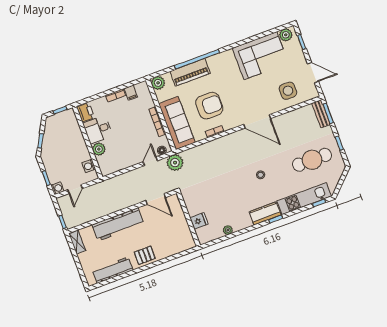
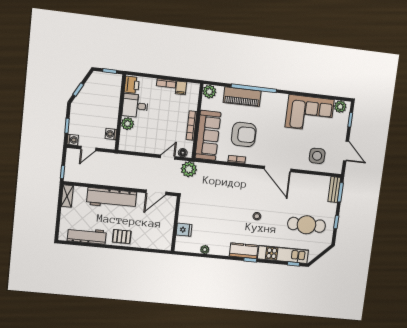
door: (156, 199) -> (156, 192), hinge flipped

